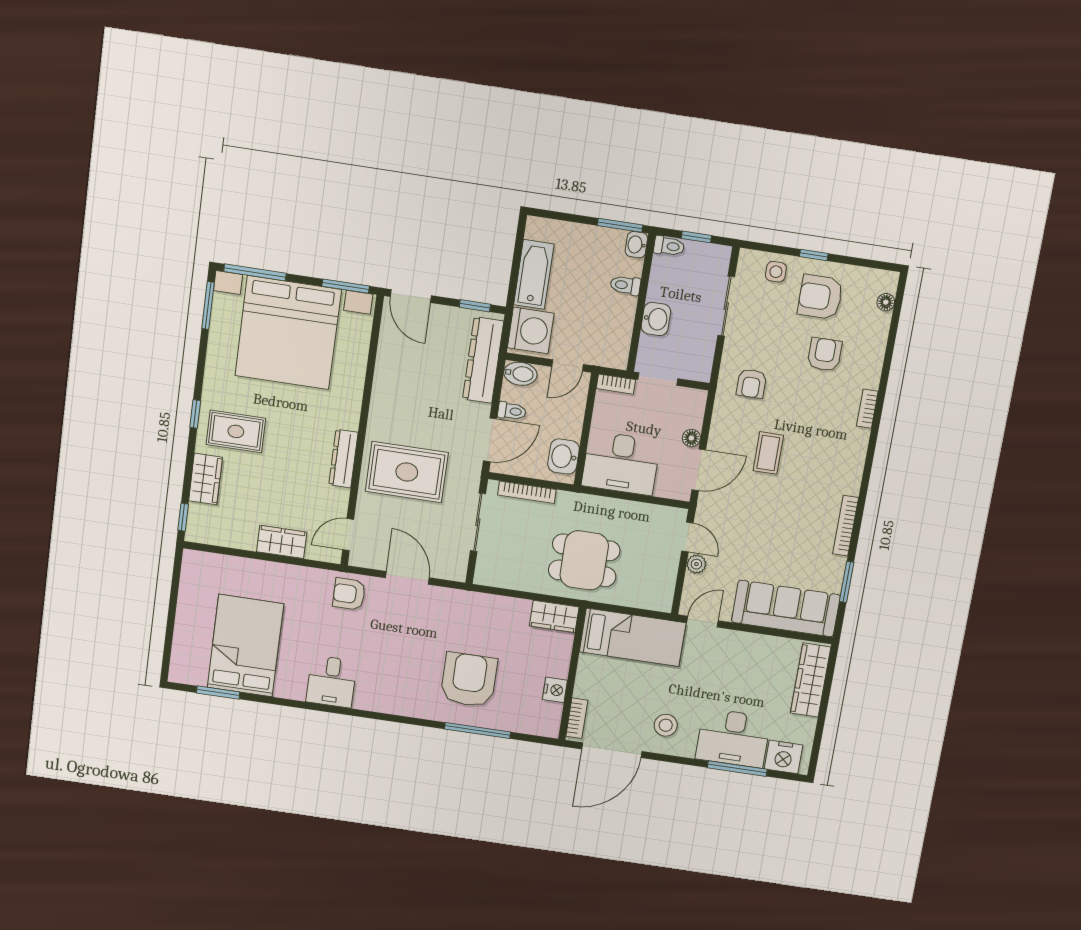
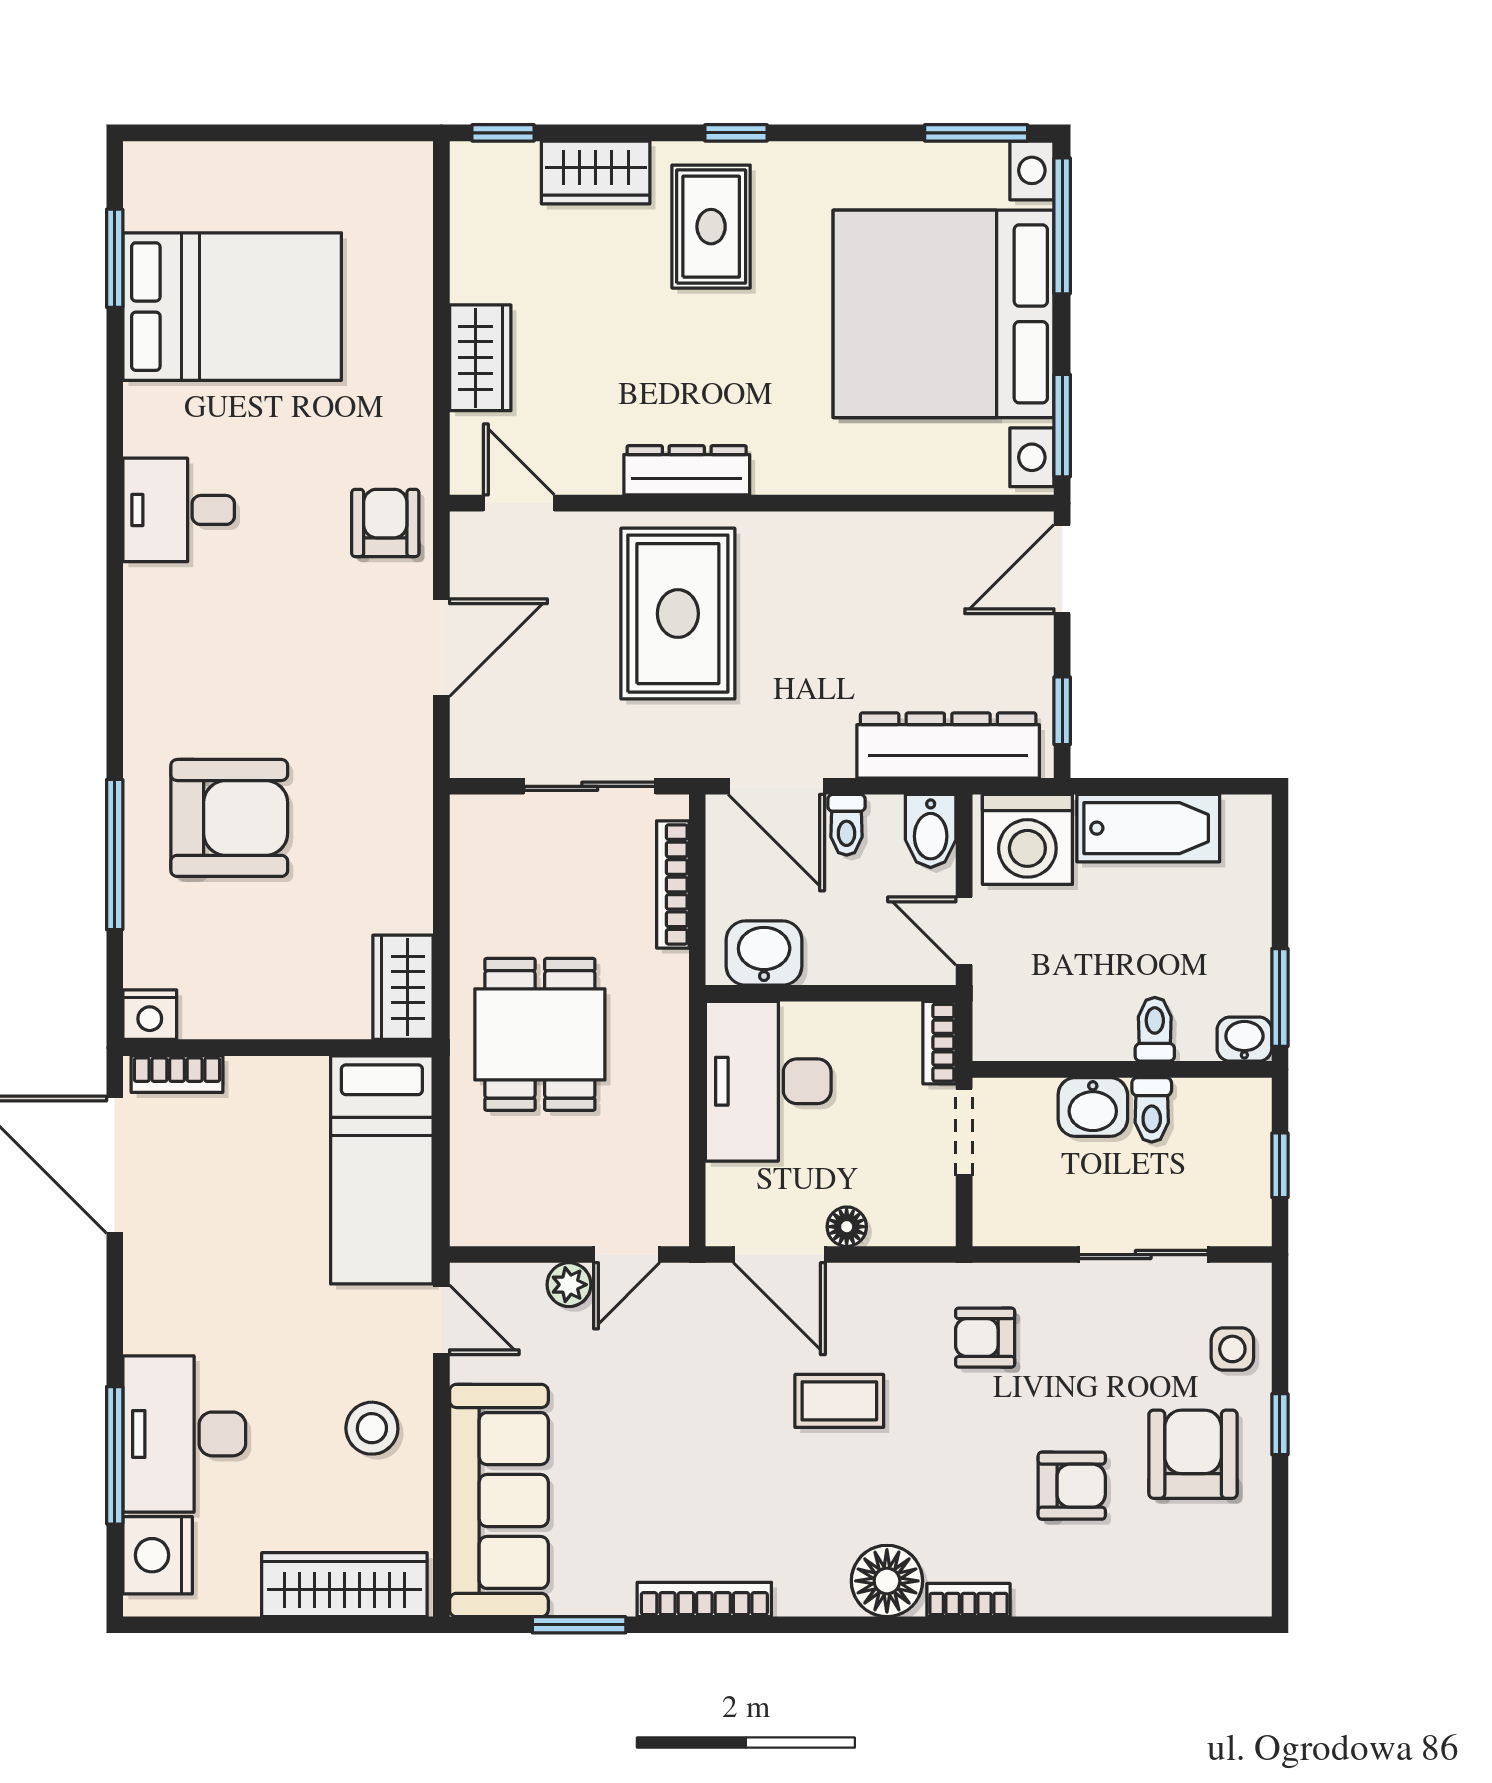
toilet: (669, 246) -> (1152, 1110), moved
floor lamp: (886, 302) -> (887, 1581), moved, width x1.89, depth x1.89
nightstand: (555, 690) -> (150, 1015), moved
stool: (666, 725) -> (372, 1428), moved

